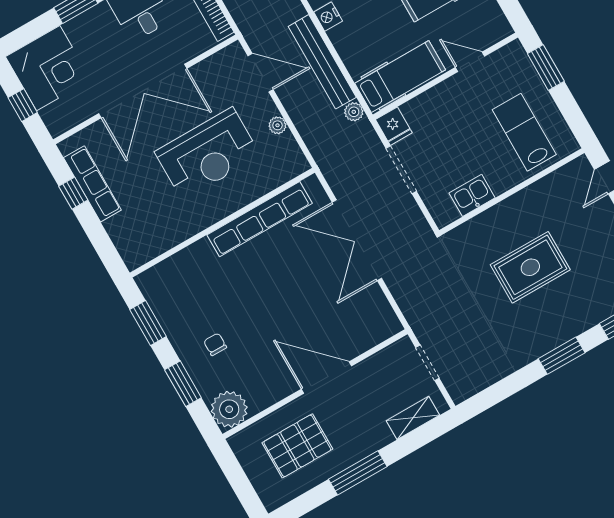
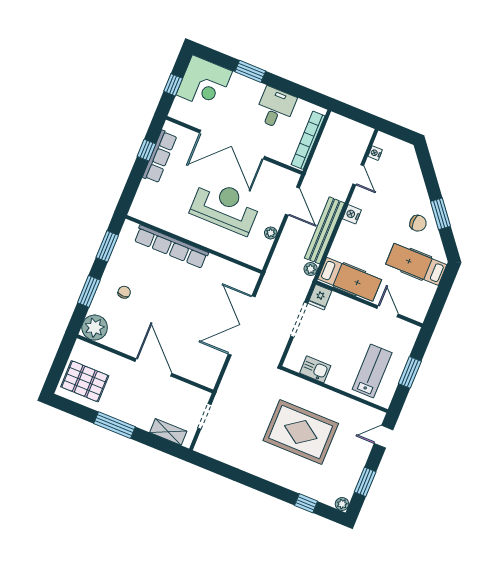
window: (546, 68) -> (410, 372), moved
reception desk: (208, 154) -> (225, 207), turned 180
row of seats: (260, 219) -> (171, 247), moved
rug: (530, 267) -> (301, 432), width x1.37, depth x1.44
window: (562, 356) -> (266, 487), removed
pallet: (297, 446) -> (85, 381), moved

